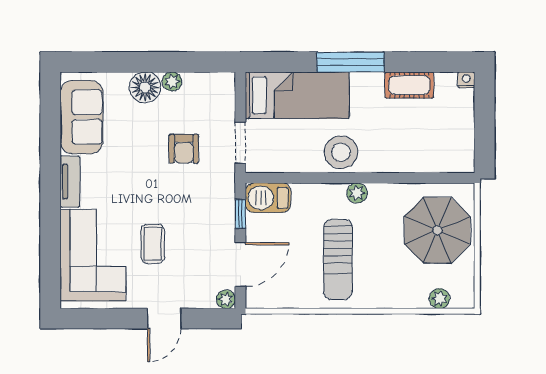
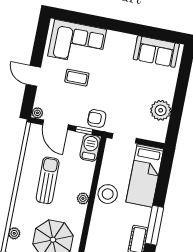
window: (350, 62) -> (154, 225), moved
plant: (172, 81) -> (161, 110), width x1.88, depth x1.88
floor lamp: (145, 87) -> (166, 91), removed
armchair: (184, 149) -> (97, 118), moved
tv unit: (70, 182) -> (121, 38), removed
sun lounger: (338, 259) -> (48, 180), turned 89

